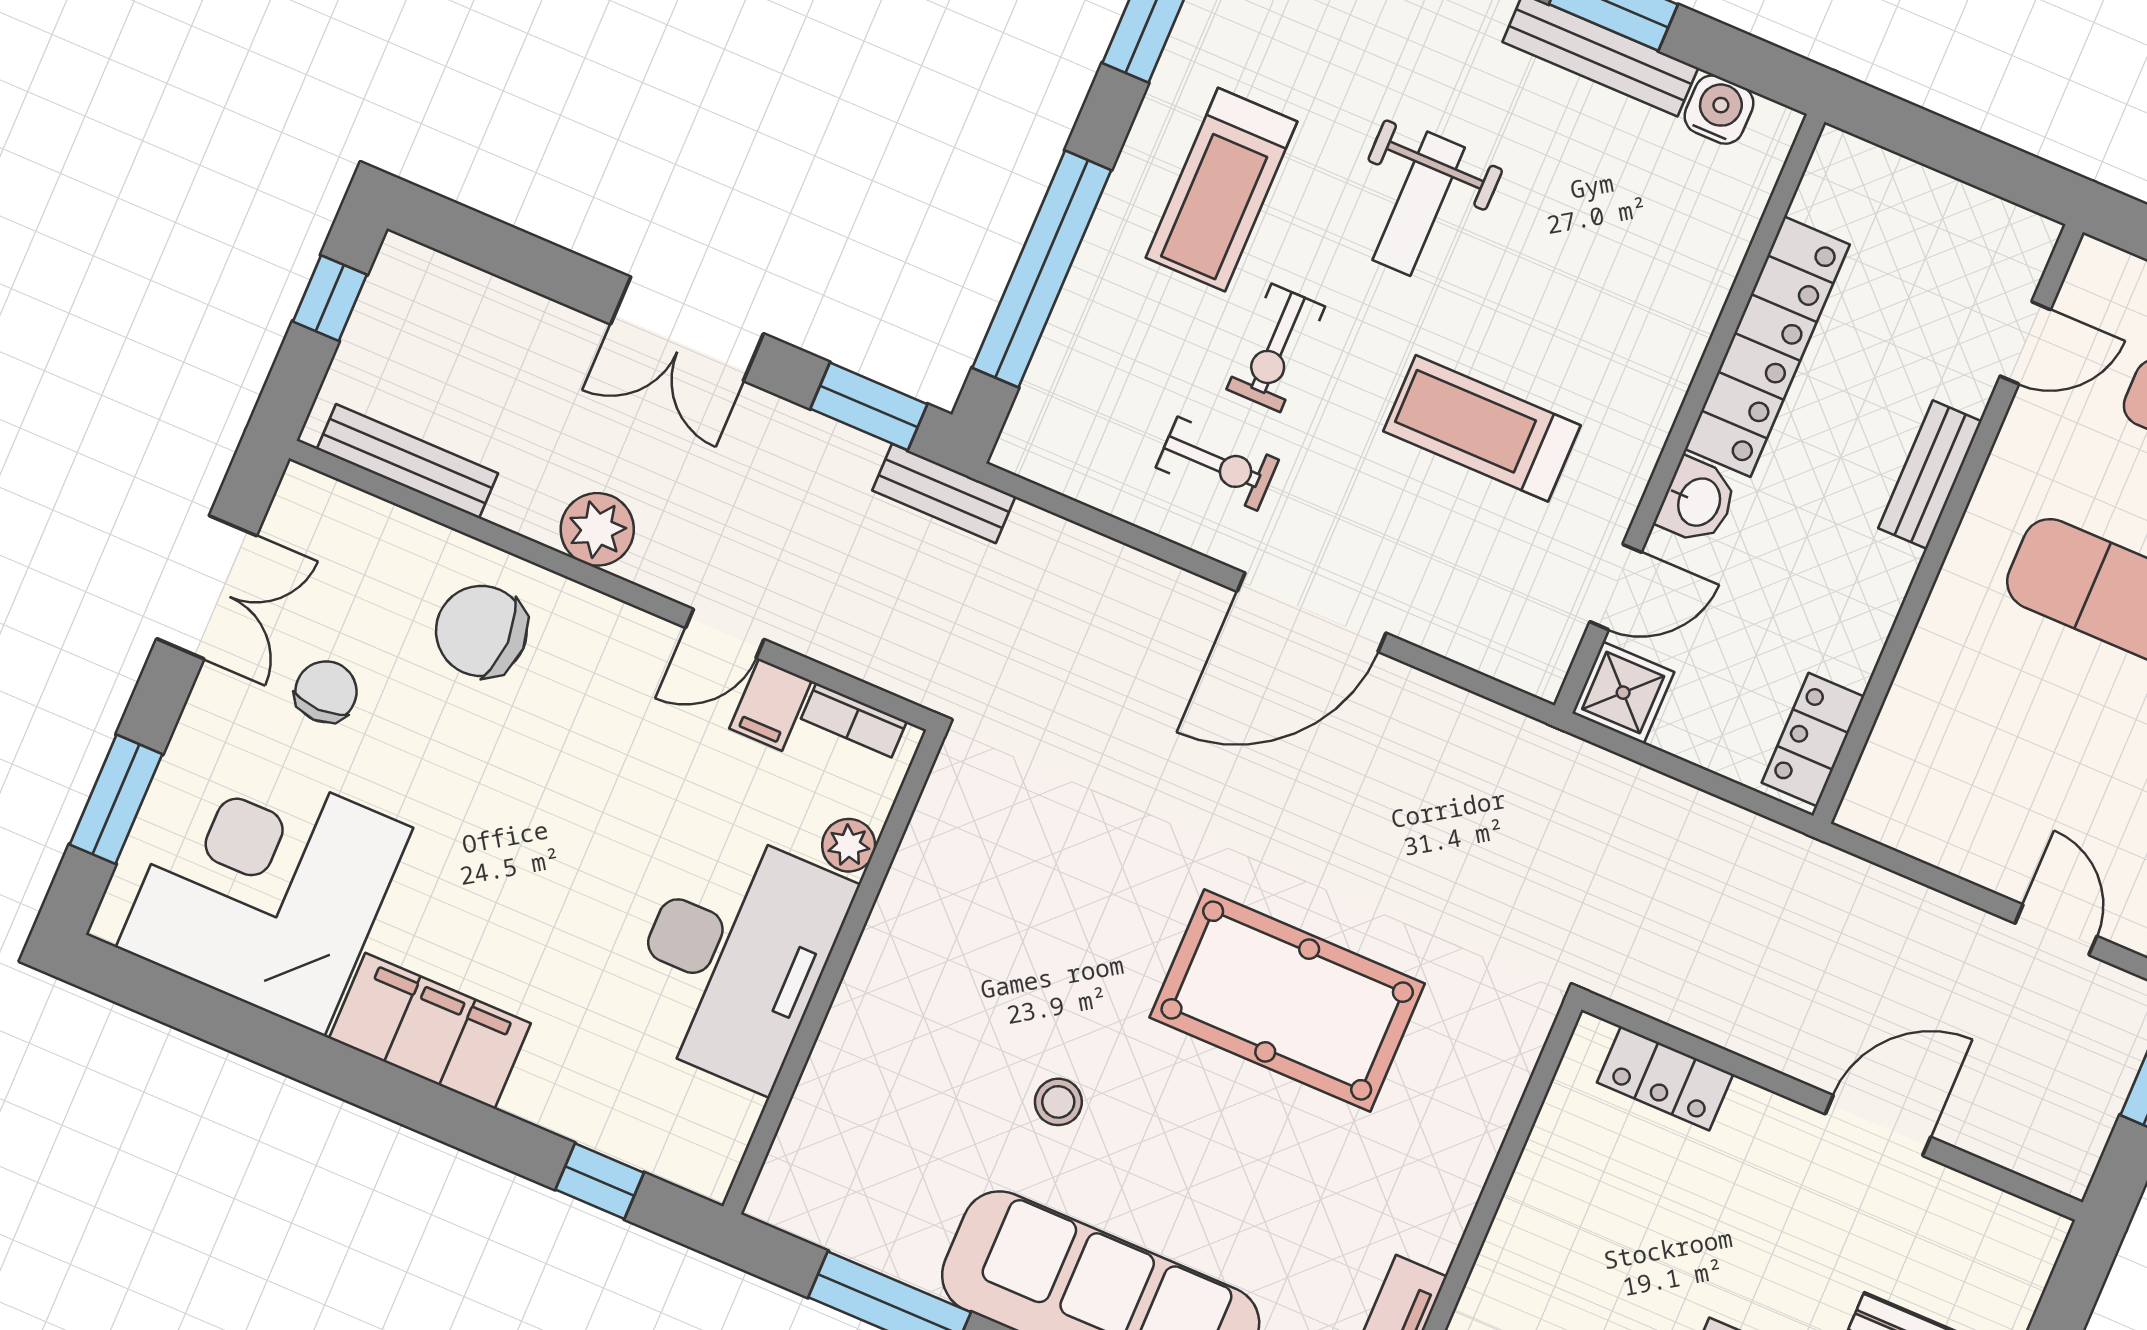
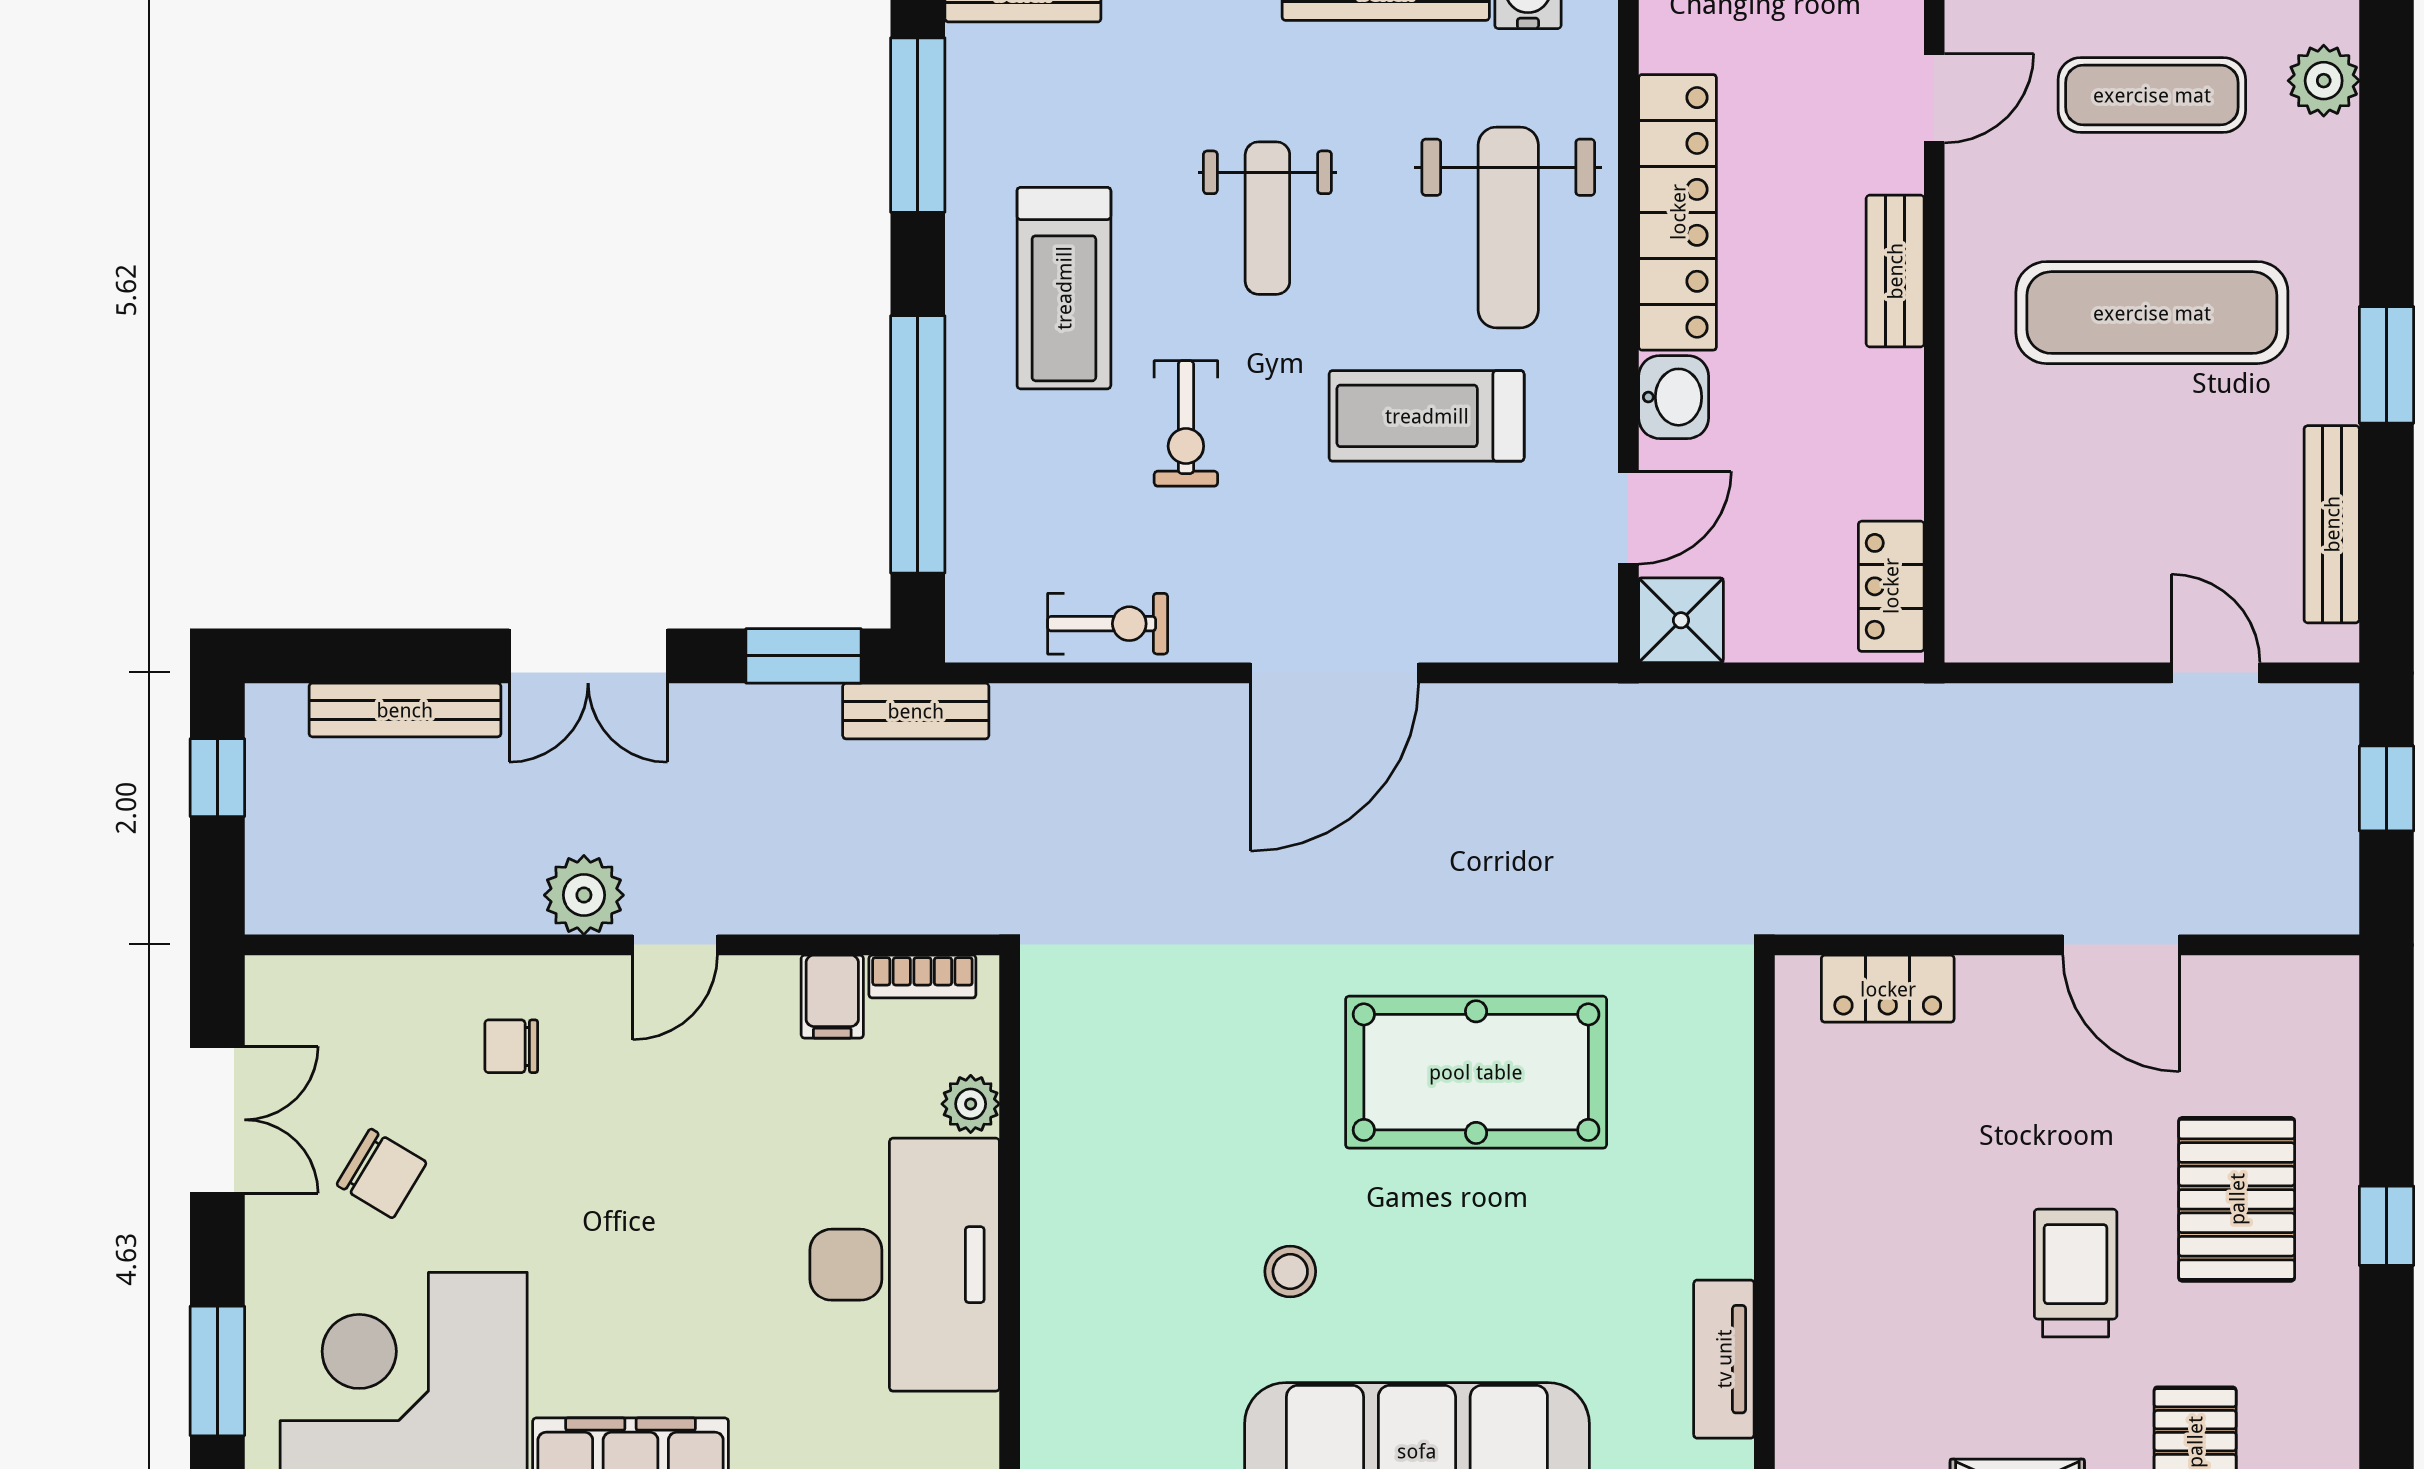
weight bench: (1619, 298) -> (1508, 227), added
bench: (407, 461) -> (405, 710), moved
exercise bike: (1217, 464) -> (1108, 624), moved
chair: (481, 631) -> (511, 1046), width x0.54, depth x0.54
door: (725, 634) -> (675, 945), moved
chair: (326, 692) -> (382, 1174), turned 121
door: (1878, 1125) -> (2121, 945), swing flipped

